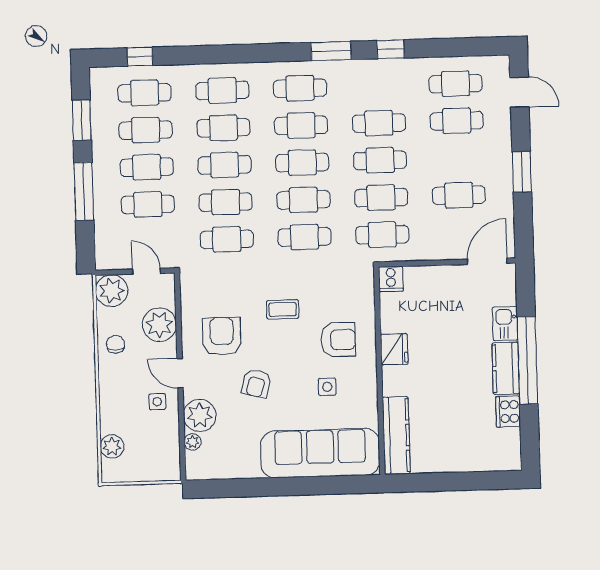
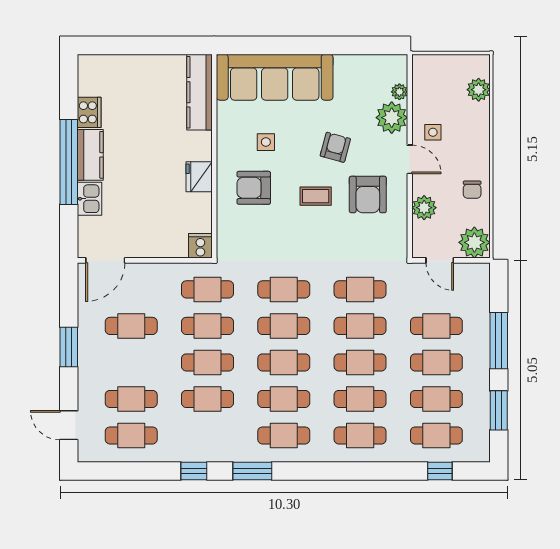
coffee table: (283, 309) -> (316, 196), moved
plant: (159, 325) -> (424, 208), width x0.73, depth x0.73

